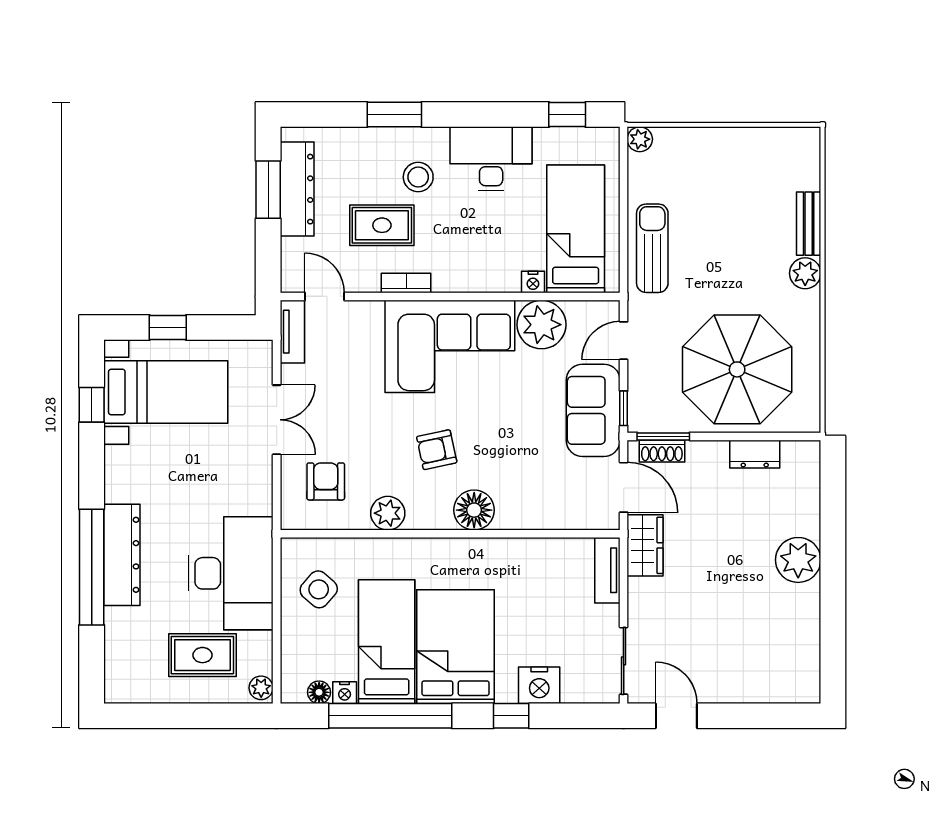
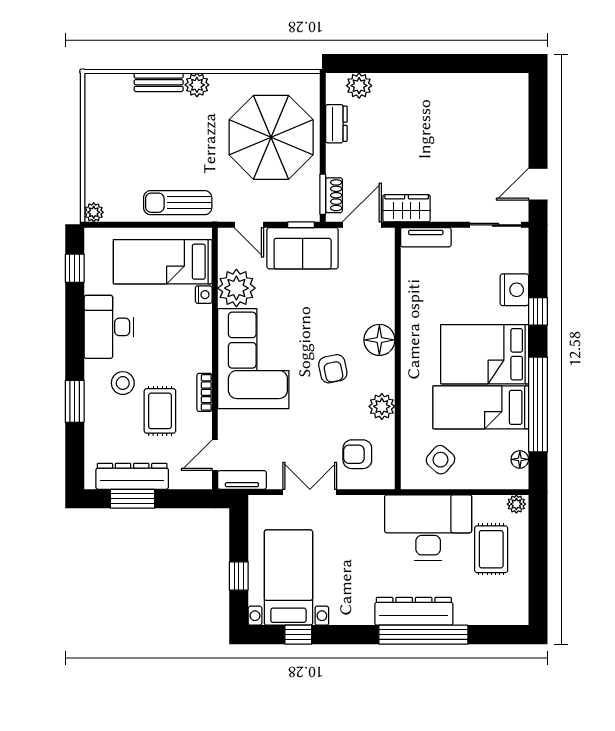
plant: (798, 560) -> (359, 86), moved, width x0.73, depth x0.73
nightstand: (345, 693) -> (520, 440), removed

